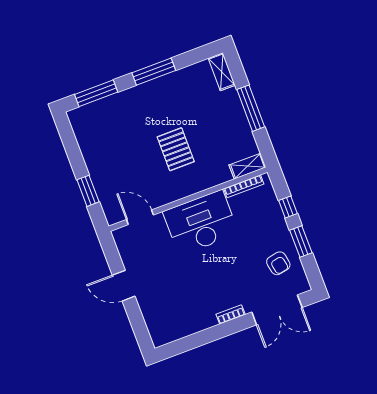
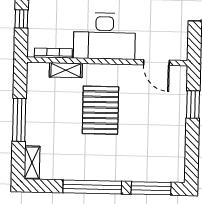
window: (154, 72) -> (92, 187), width x1.46
pallet: (176, 149) -> (100, 110), width x1.37, depth x1.41
shelving: (247, 166) -> (66, 70), moved

